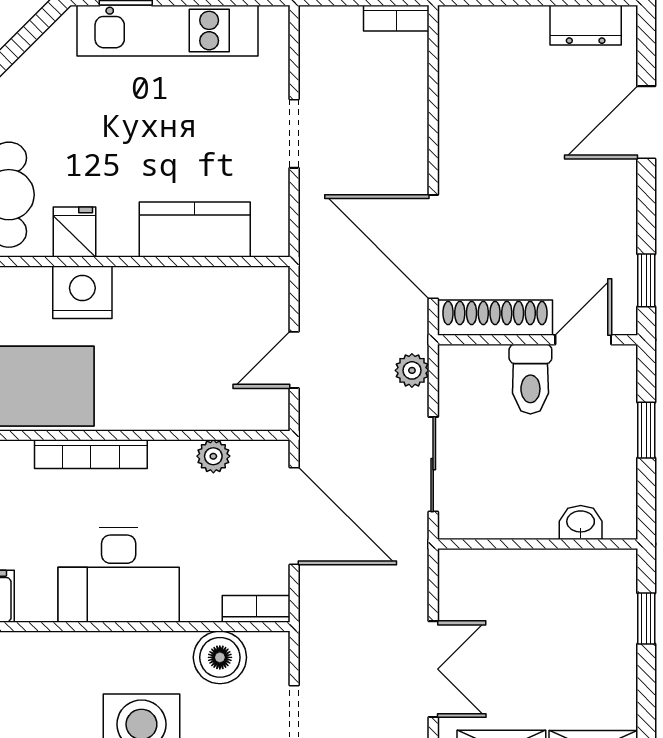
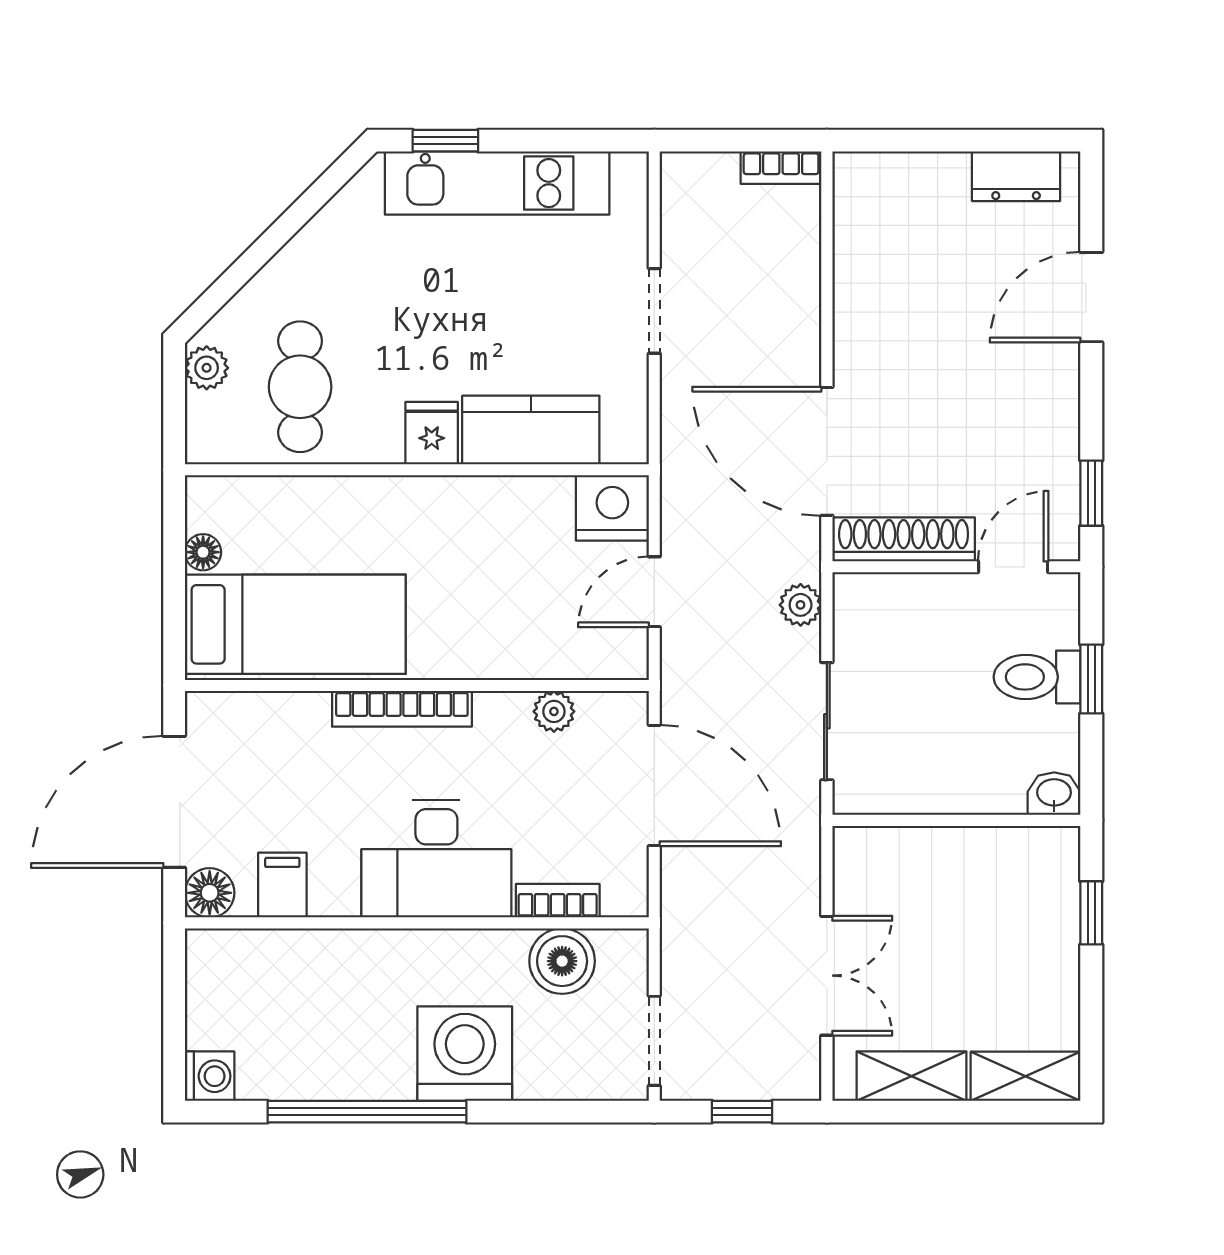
fridge: (75, 232) -> (432, 433), moved
nightstand: (82, 292) -> (612, 508), moved
toilet: (530, 379) -> (1037, 677), moved, turned 90
washbasin: (581, 522) -> (1054, 794), moved
bookcase: (256, 609) -> (558, 901), moved

